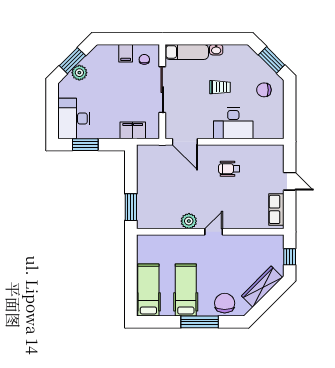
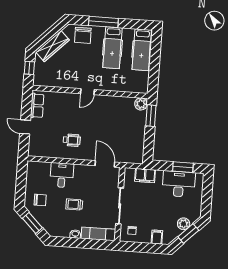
filing cabinet: (126, 53) -> (157, 237), moved
desk: (74, 119) -> (179, 184), moved, turned -90
desk: (233, 123) -> (62, 175), width x0.73
plant: (189, 221) -> (141, 104), moved

